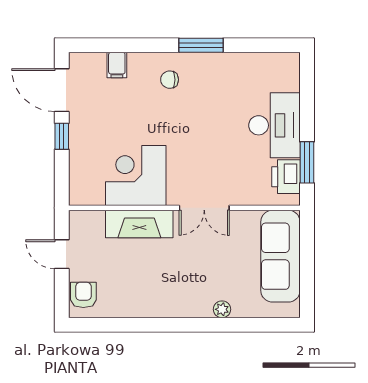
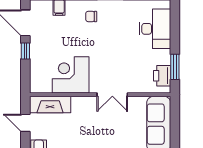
desk: (274, 125) -> (155, 29), moved
fireplace: (139, 224) -> (50, 104), moved

